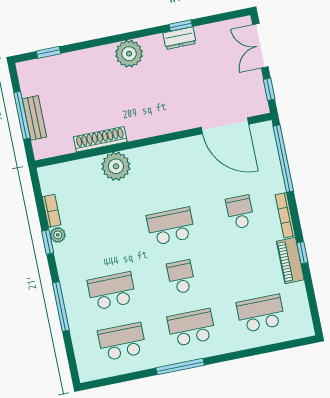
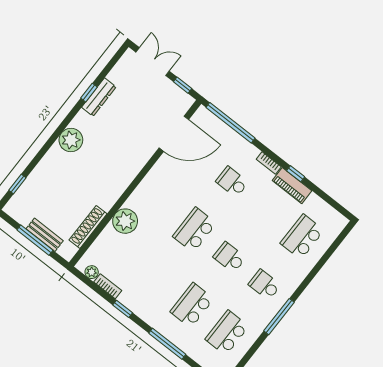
dresser: (180, 38) -> (99, 97), width x1.44
double door: (260, 46) -> (153, 62), swing flipped
shoe rack: (100, 139) -> (88, 227), moved
bookcase: (285, 215) -> (269, 163), width x0.64
plant: (58, 235) -> (92, 272), moved
school desk: (191, 328) -> (265, 285), width x0.54

